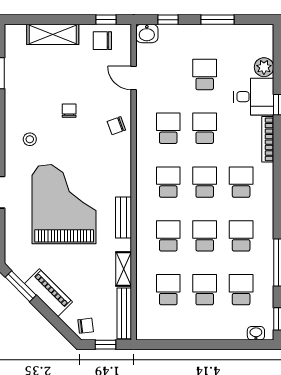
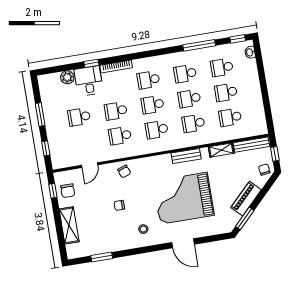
washbasin: (147, 33) -> (58, 161), removed

